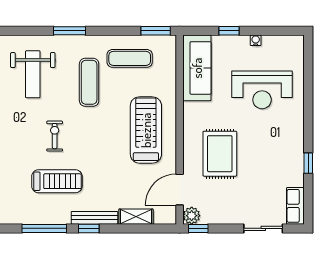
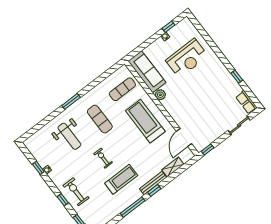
window: (156, 31) -> (113, 69), removed
window: (229, 31) -> (169, 27), moved
exercise mat: (130, 58) -> (122, 89), moved
rug: (220, 154) -> (190, 105), removed
plant: (192, 216) -> (160, 95), moved

